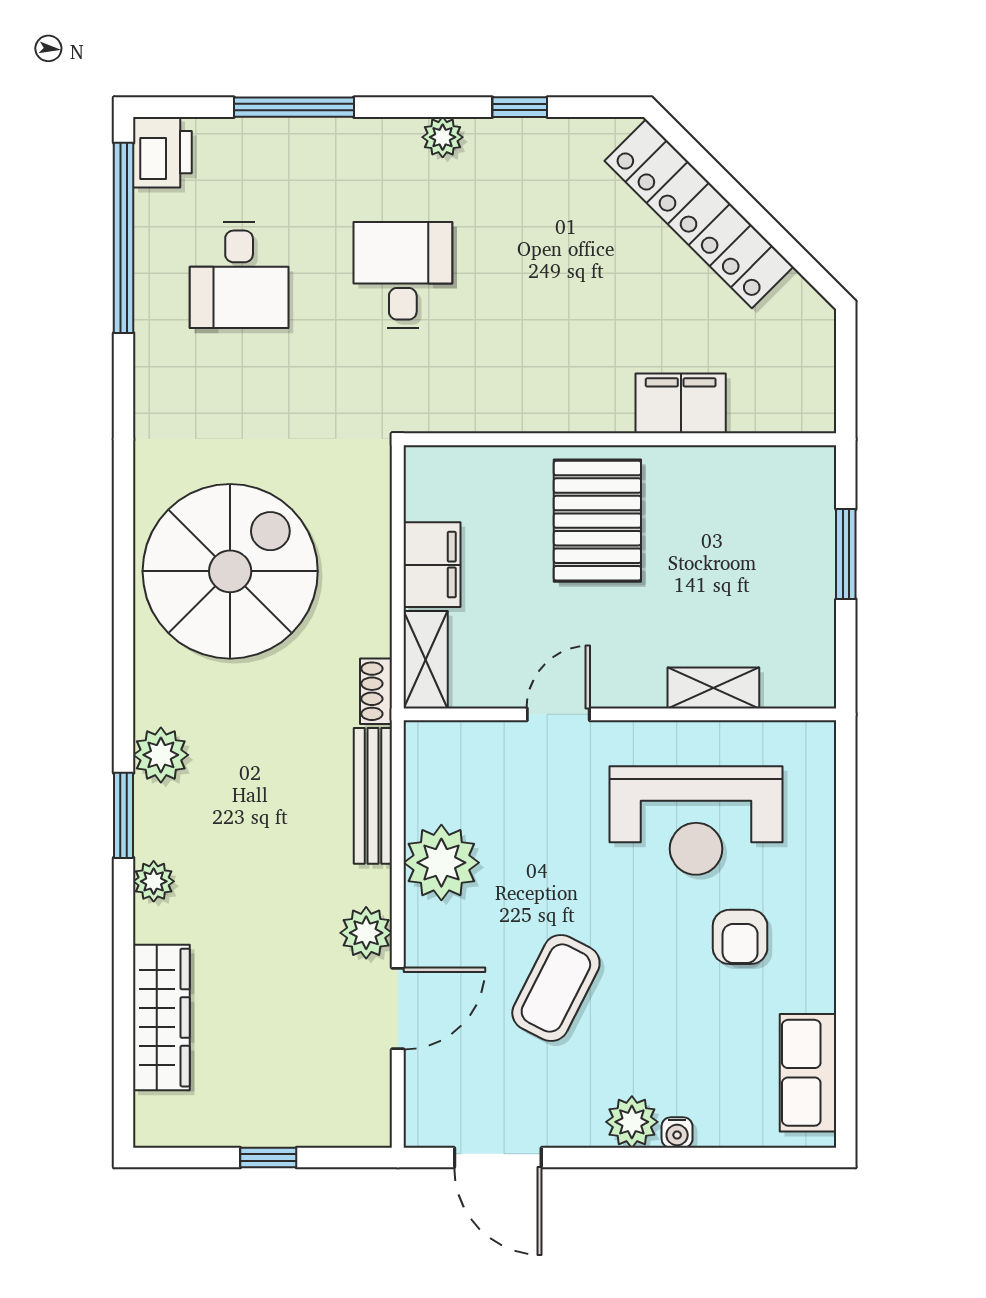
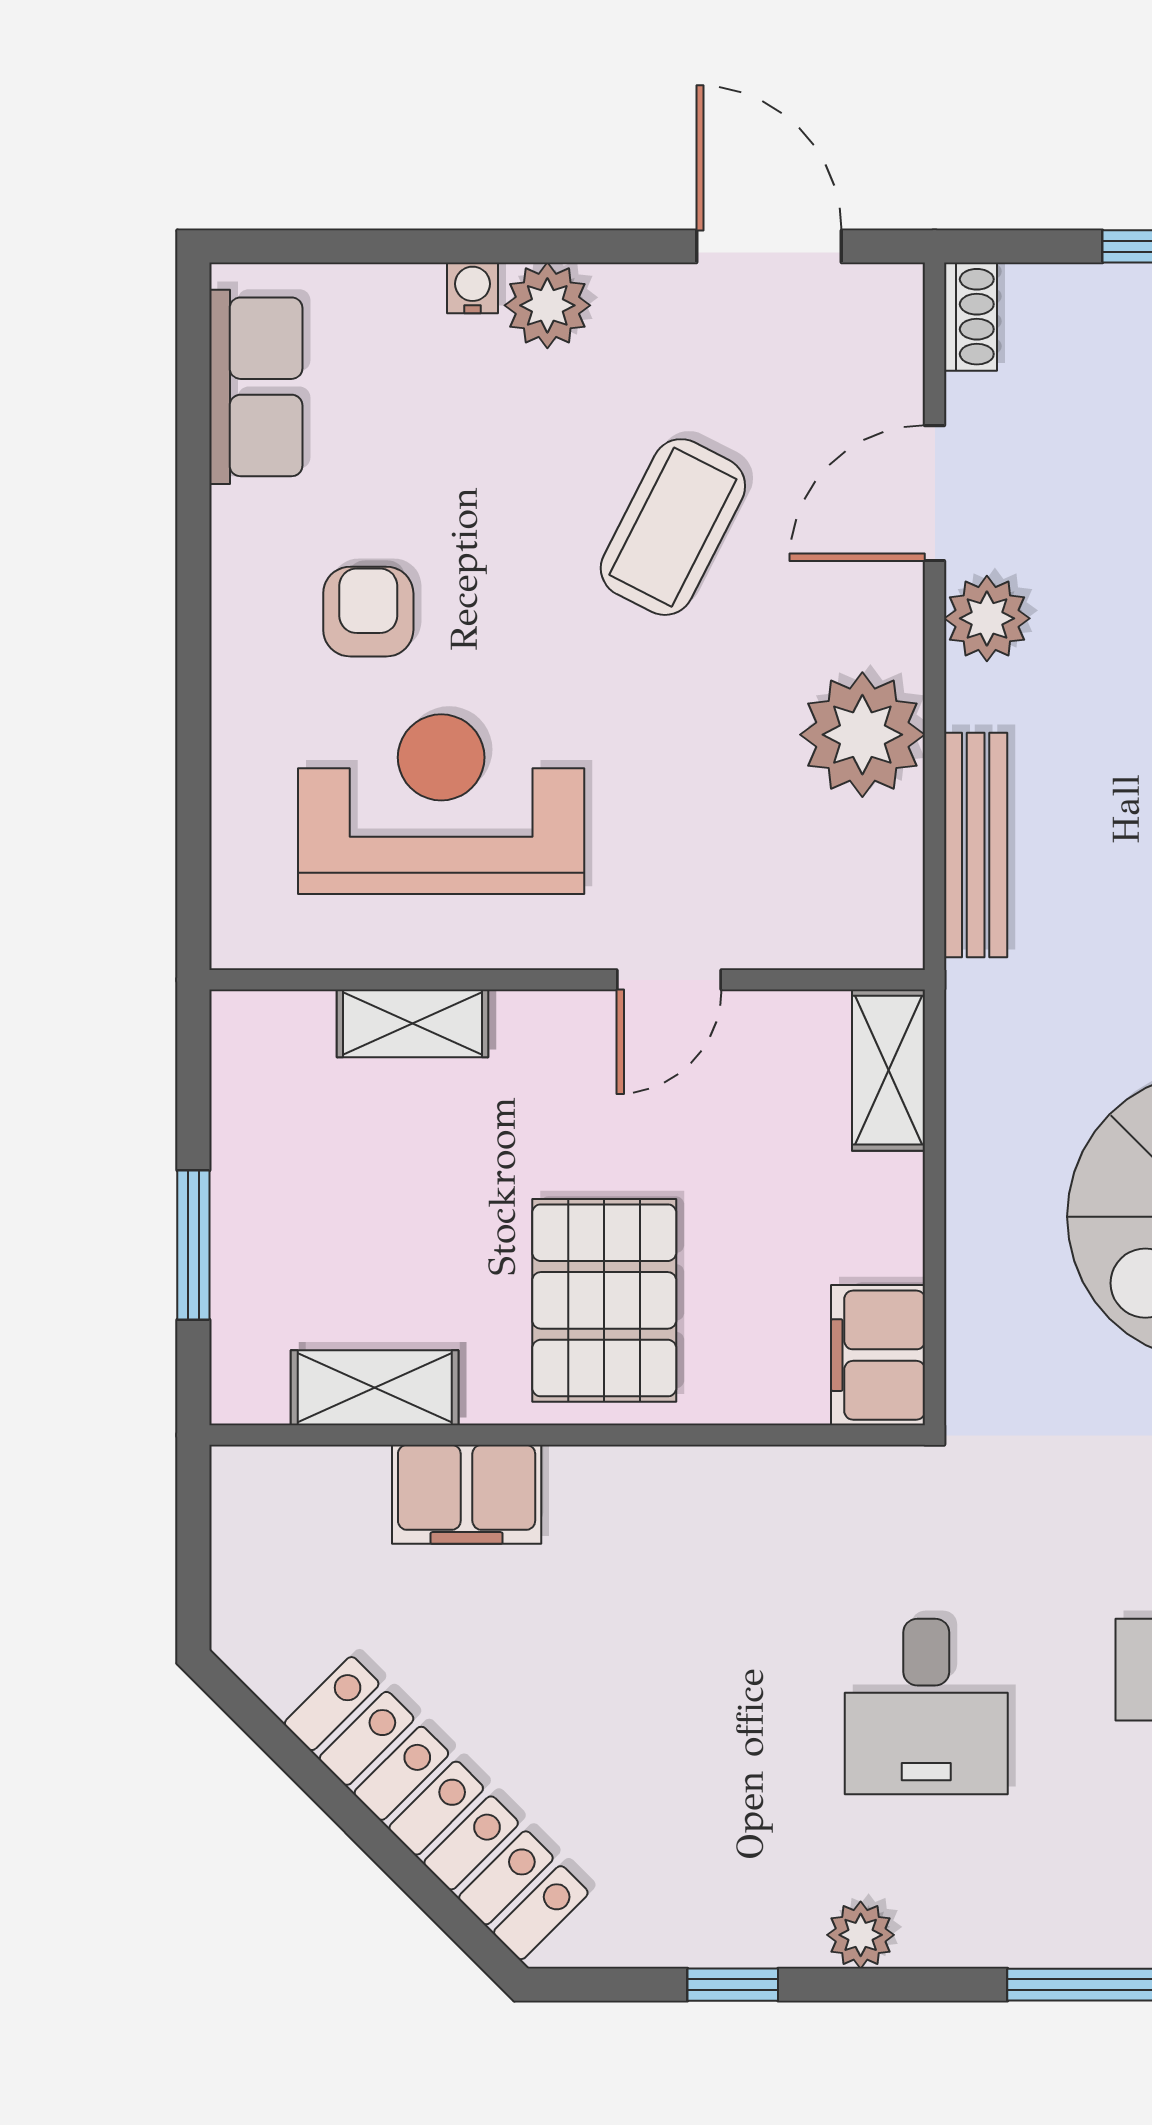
shelving: (736, 468) -> (375, 1388), added
filing cabinet: (432, 565) -> (878, 1355), moved
shoe rack: (376, 691) -> (970, 317), moved

